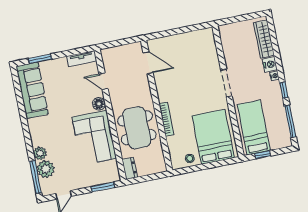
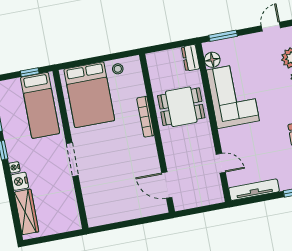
tv unit: (82, 59) -> (254, 190), width x1.41
floor lamp: (99, 104) -> (212, 60), moved
dining table: (137, 128) -> (181, 107), width x0.73

